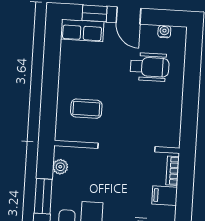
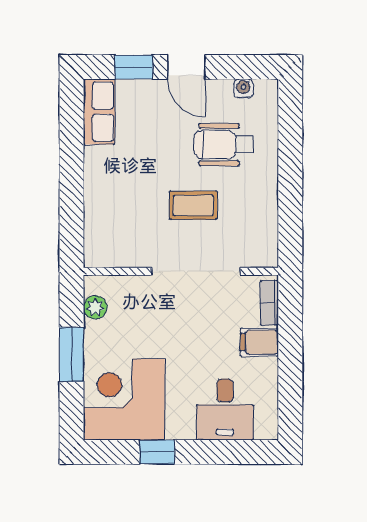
row of seats: (82, 30) -> (99, 112), moved, turned -90
wheelchair: (150, 67) -> (224, 145), turned 180
coffee table: (86, 109) -> (193, 205), moved

